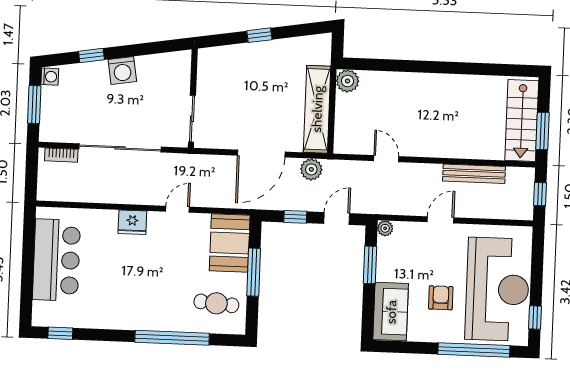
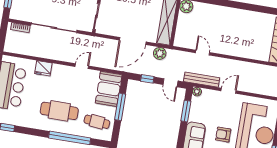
bench: (474, 174) -> (202, 80), moved
door: (337, 219) -> (170, 83), swing flipped
fridge: (132, 222) -> (43, 68), moved
cafe table: (148, 293) -> (59, 111), added
armchair: (441, 298) -> (223, 135), turned -90

